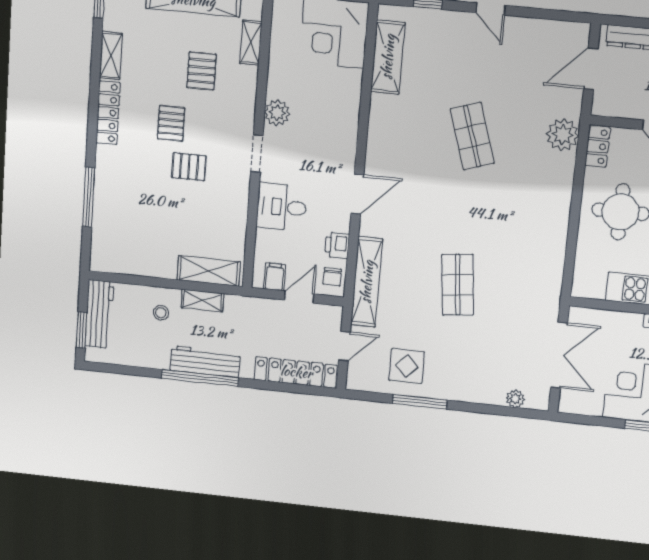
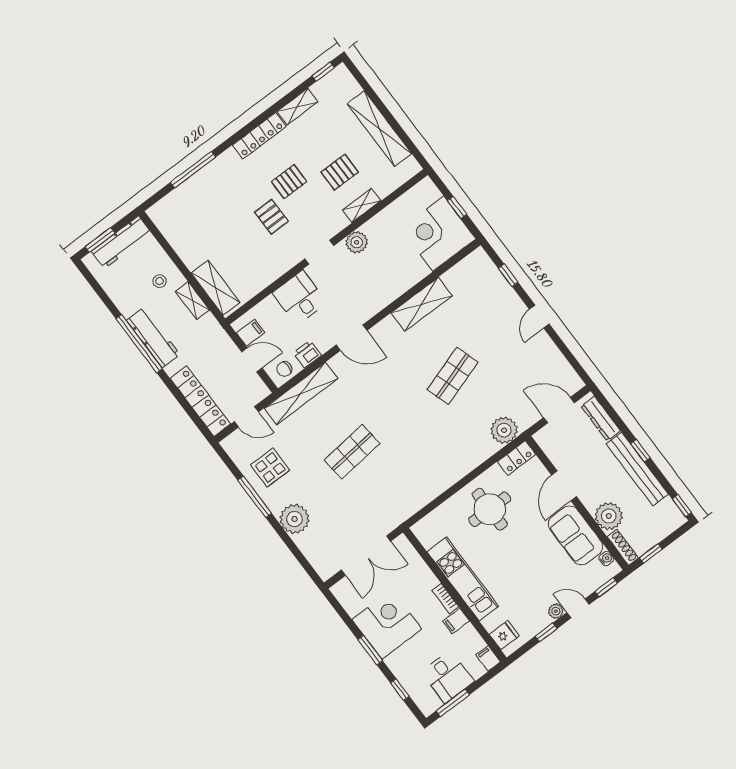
shelving: (251, 43) -> (362, 205), moved
shelving: (388, 57) -> (422, 304), moved
plant: (515, 399) -> (295, 519), moved, width x1.88, depth x1.88

